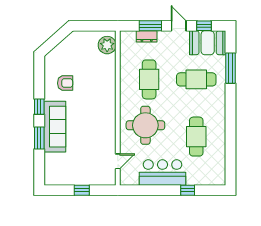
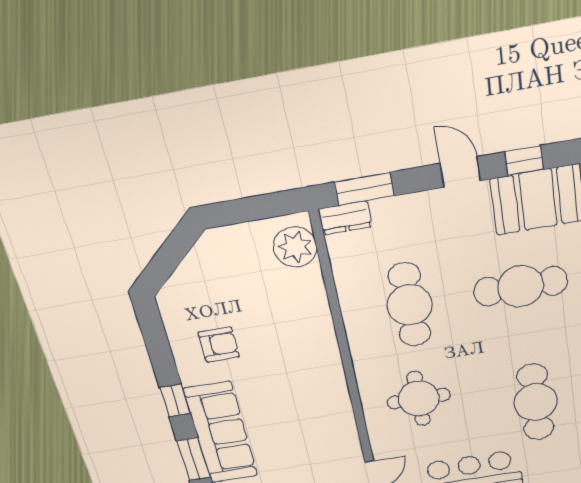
window: (150, 26) -> (364, 189), moved
dresser: (147, 36) -> (345, 218), moved
round table: (145, 125) -> (419, 399), width x0.73, depth x0.73

